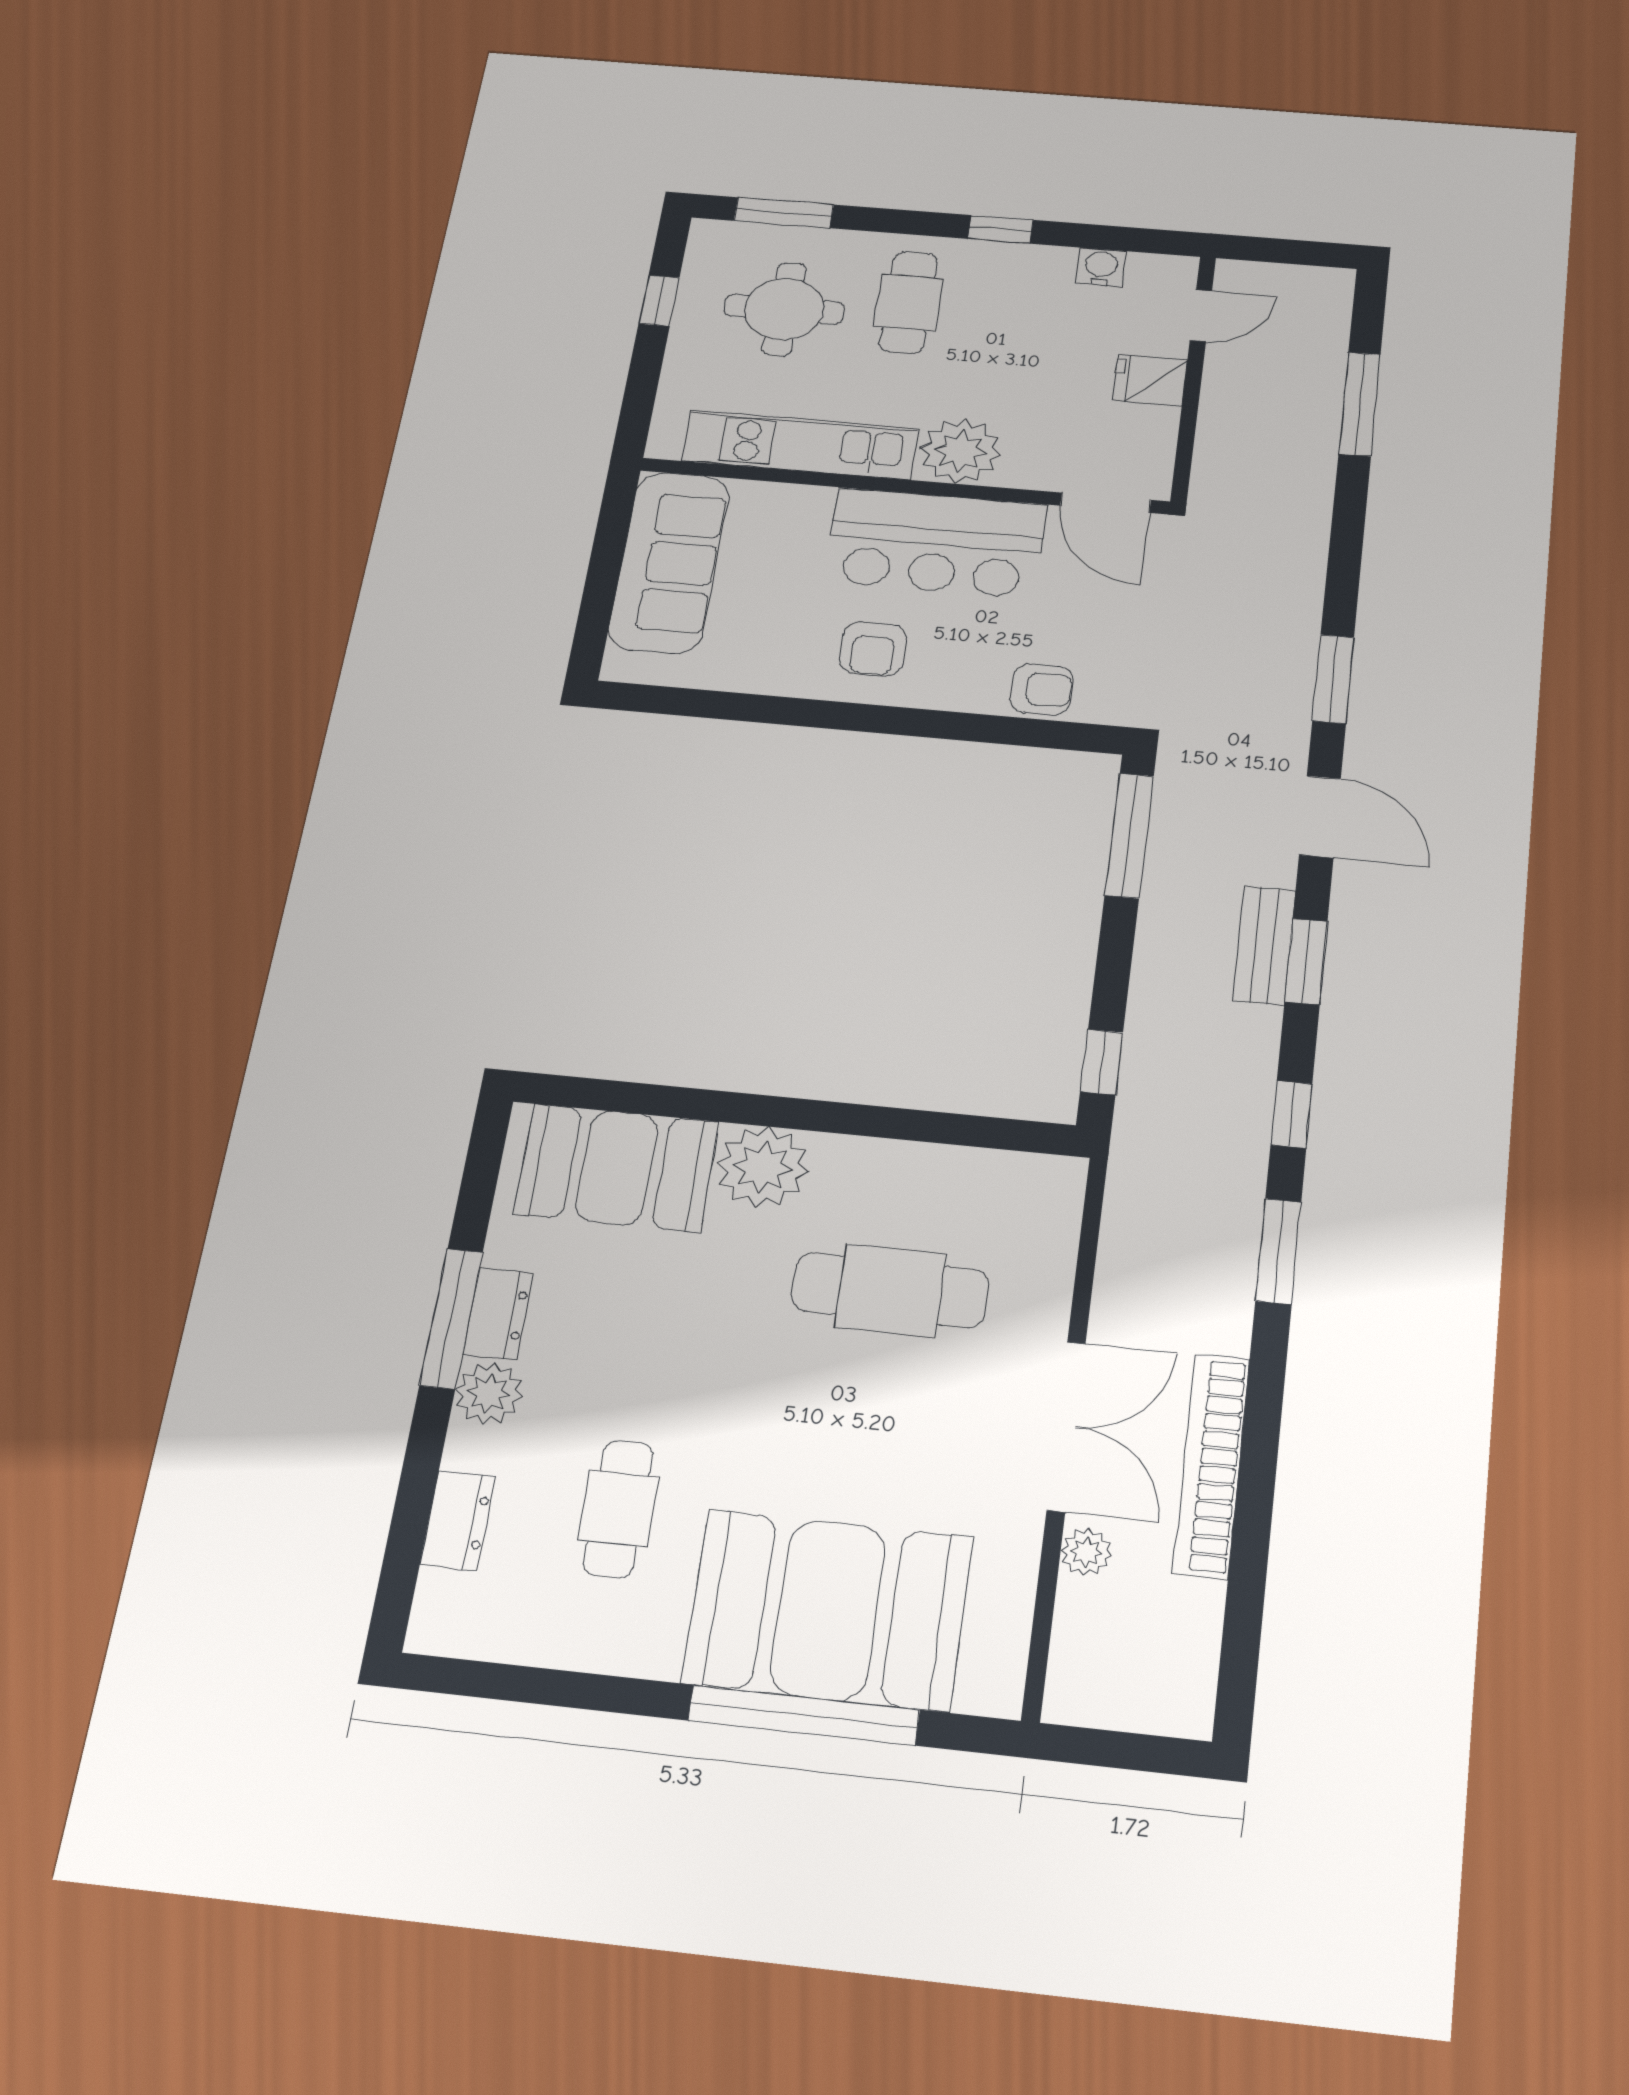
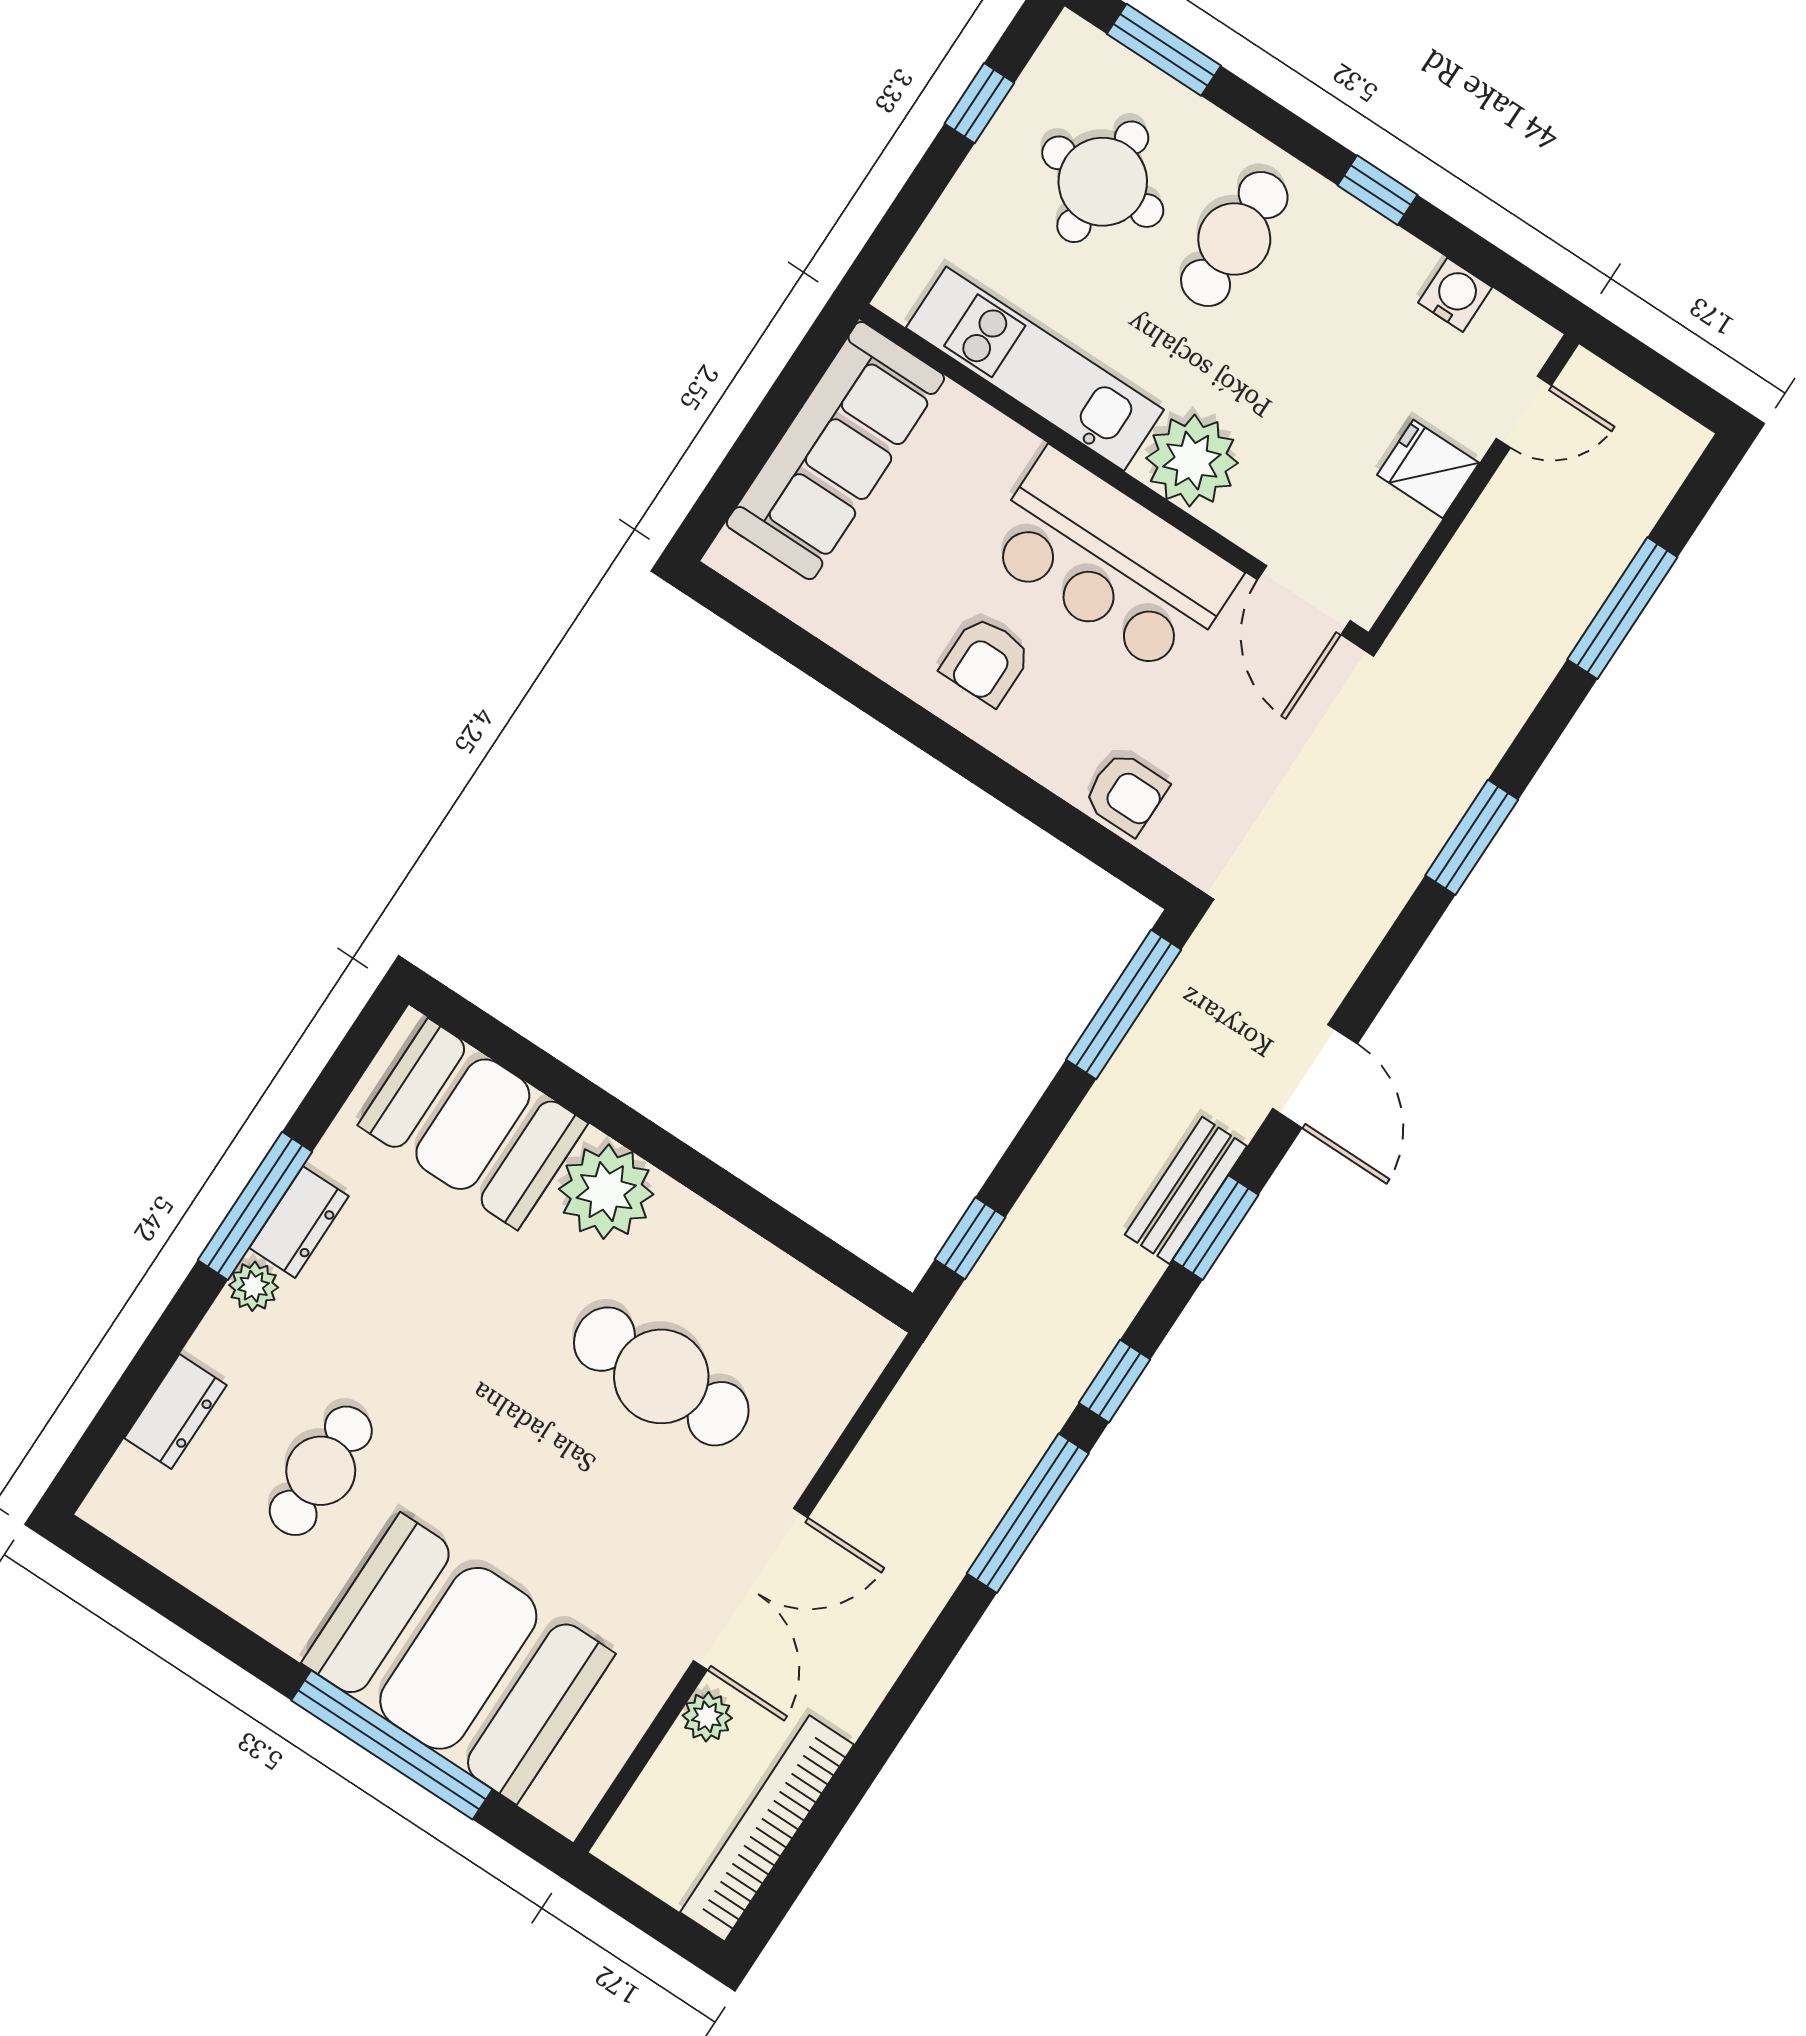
window: (1333, 679) -> (1472, 837), moved
window: (1278, 1251) -> (1028, 1513), width x1.44
plant: (489, 1393) -> (254, 1286), width x0.73, depth x0.73
bookcase: (1211, 1465) -> (767, 1828), moved

